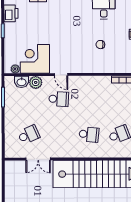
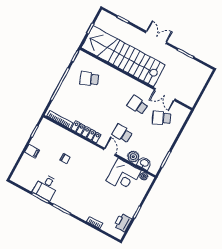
locker: (94, 81) -> (86, 132), added
school desk: (89, 134) -> (138, 105), moved
double door: (38, 159) -> (165, 94), swing flipped

